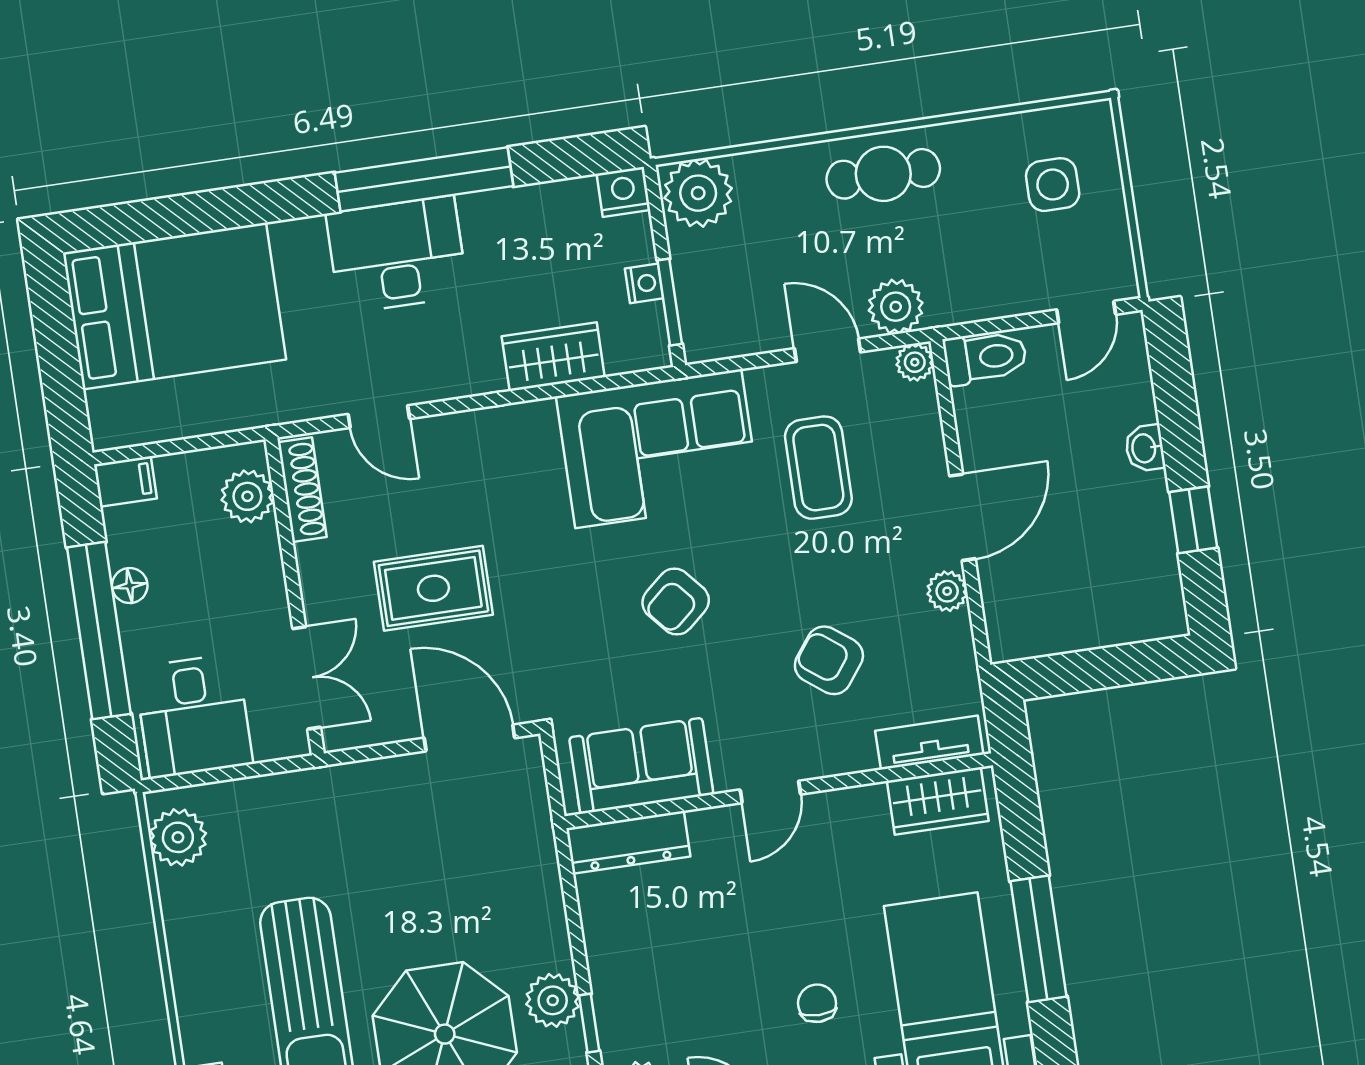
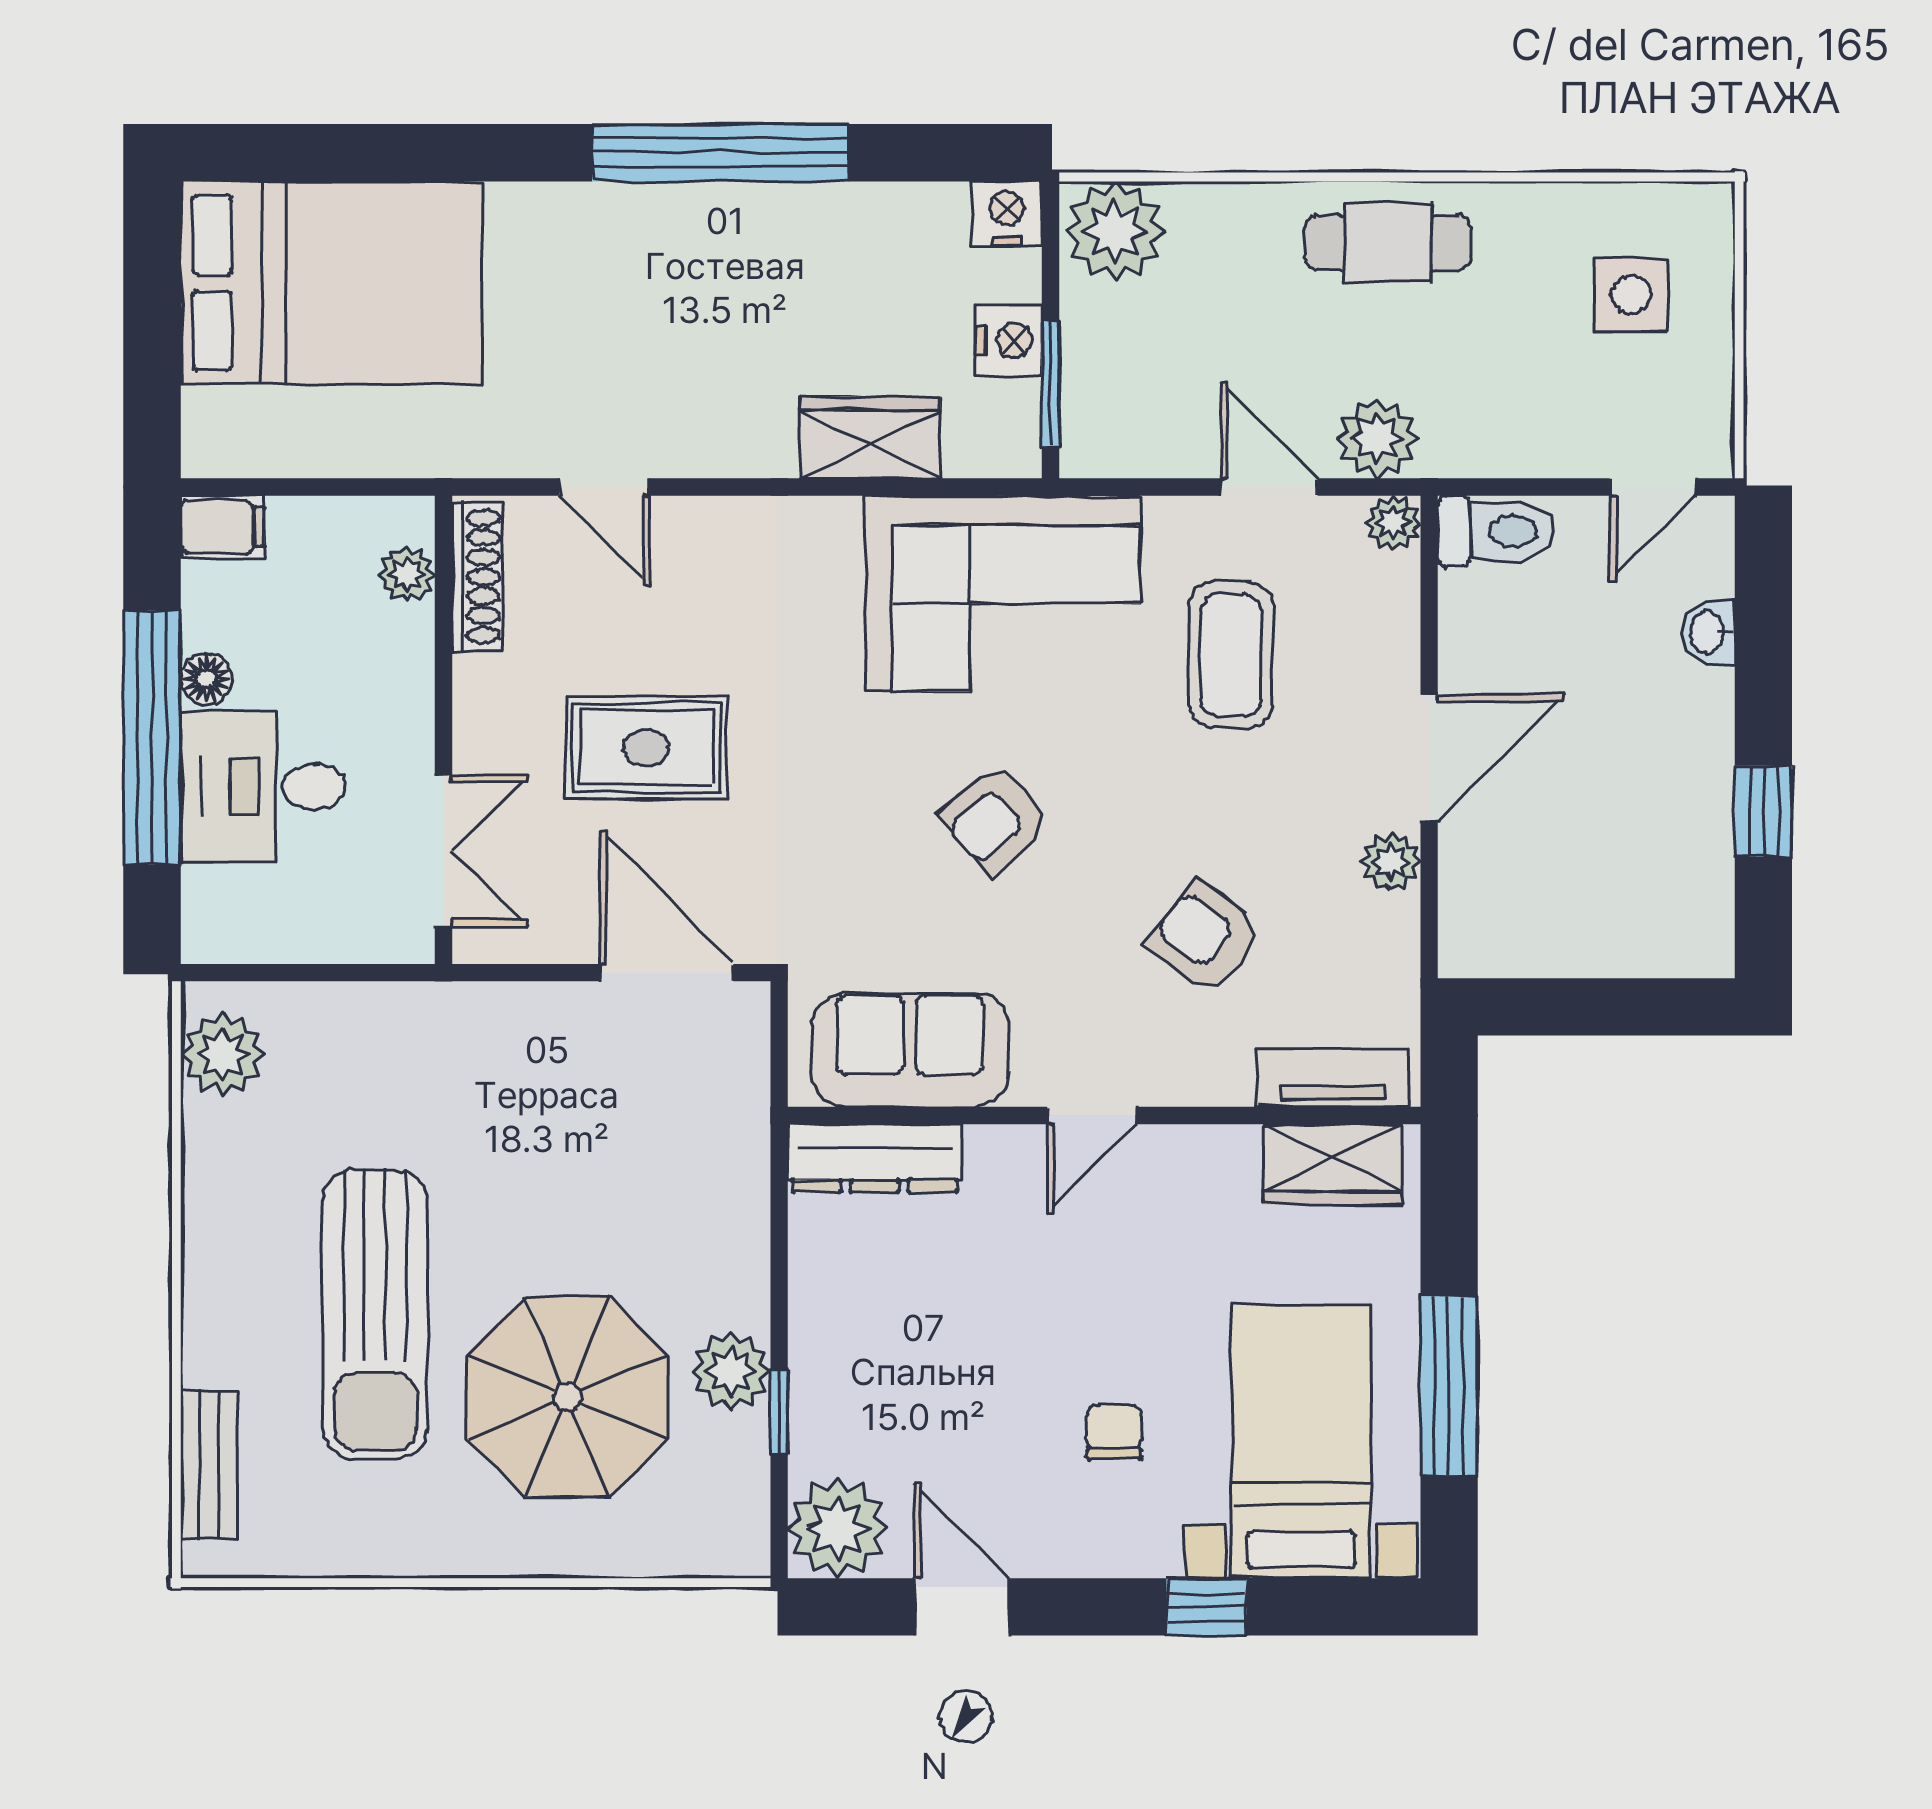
desk: (397, 255) -> (665, 256), removed
nightstand: (644, 283) -> (1009, 341), width x1.39, depth x1.35
washbasin: (1145, 448) -> (1708, 632), moved
plant: (247, 496) -> (407, 575), width x0.73, depth x0.73
desk: (194, 716) -> (263, 787), moved, turned 90

